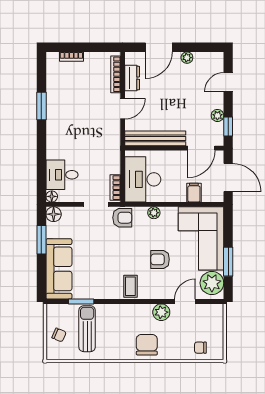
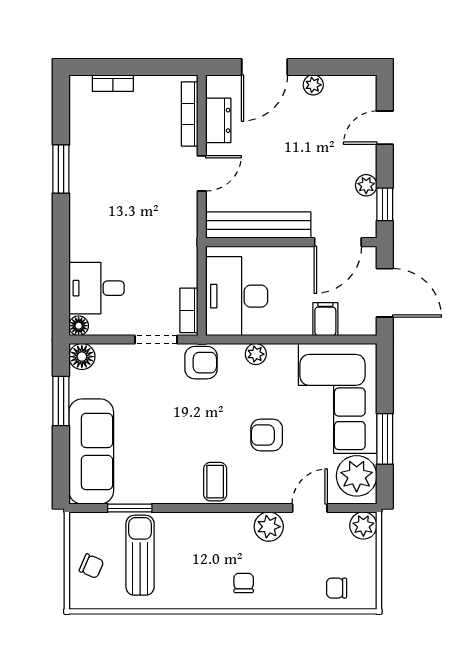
plant: (216, 312) -> (363, 526), added
chair: (147, 345) -> (244, 583), width x0.54, depth x0.54

